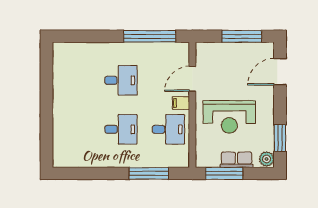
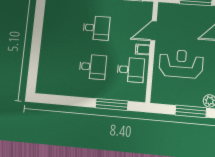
reception desk: (229, 117) -> (181, 64), turned 180
row of seats: (237, 160) -> (185, 99), removed
window: (224, 173) -> (191, 111), moved

